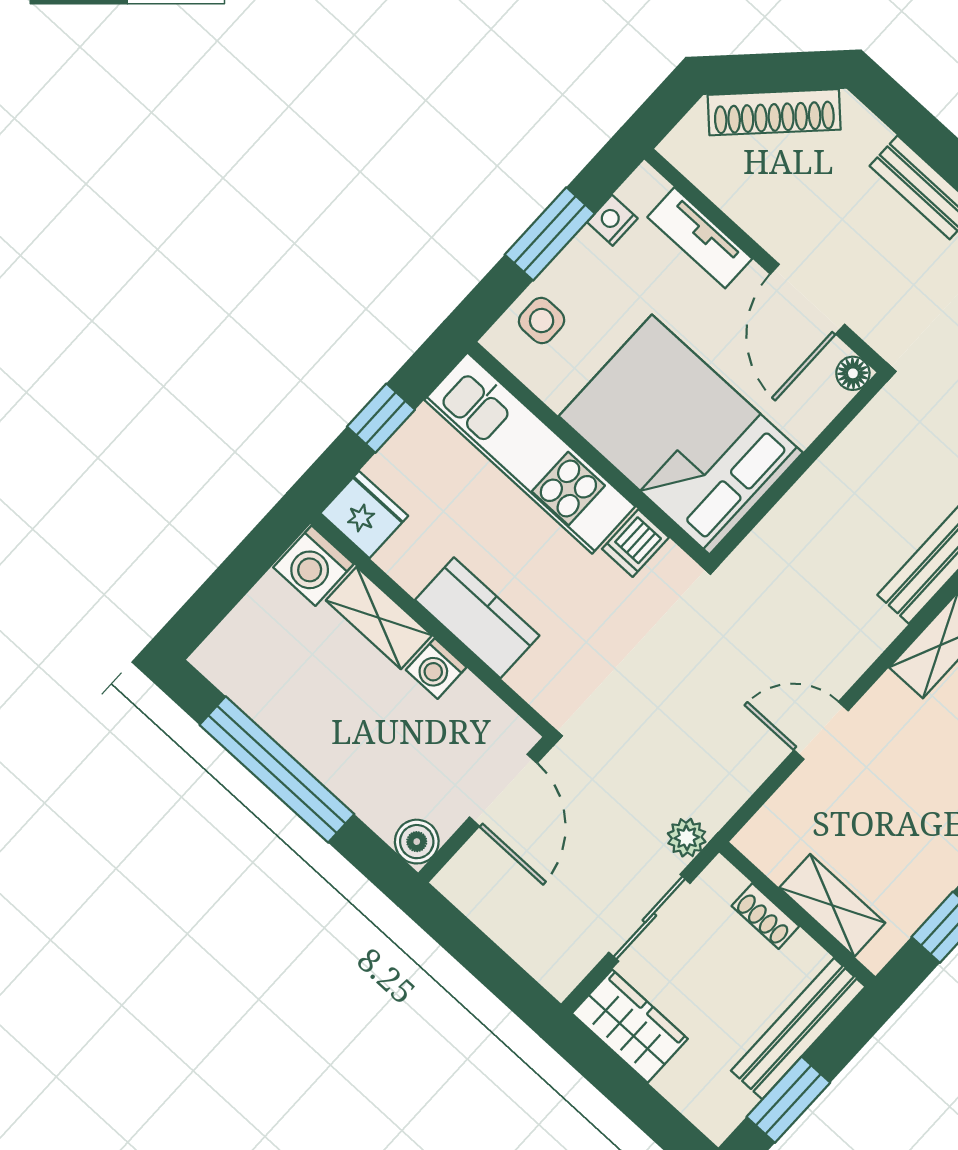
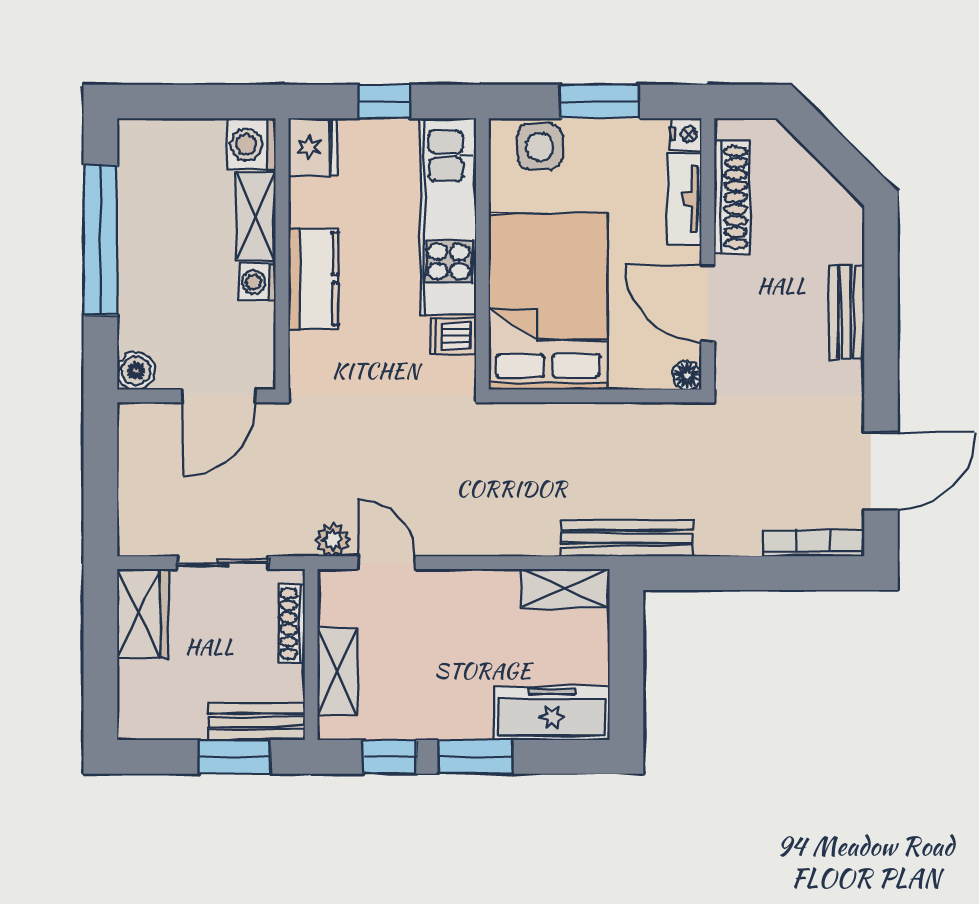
shoe rack: (774, 112) -> (731, 197), moved, turned -135
nightstand: (612, 220) -> (686, 134), moved, turned 90
door: (807, 299) -> (708, 303), hinge flipped
side table: (542, 321) -> (540, 147), width x1.37, depth x1.37
door: (821, 730) -> (387, 563), moved
plant: (687, 838) -> (333, 540), moved
shoe rack: (765, 916) -> (292, 624), width x1.43
bench: (798, 1029) -> (257, 722), width x0.73
window: (788, 1100) -> (235, 757), moved

